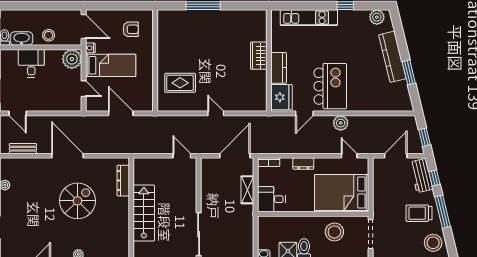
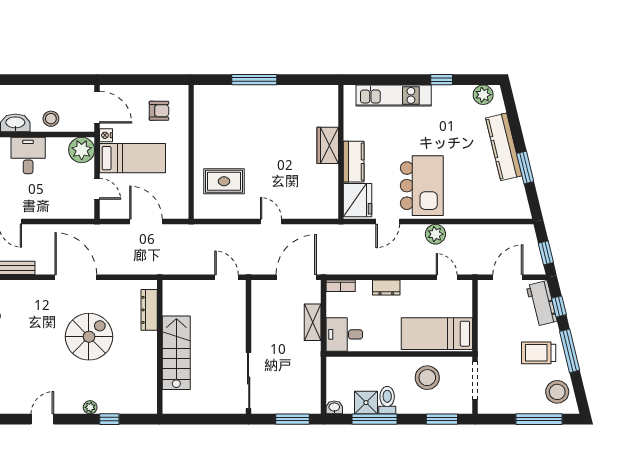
bed: (342, 192) -> (437, 334), width x0.67

